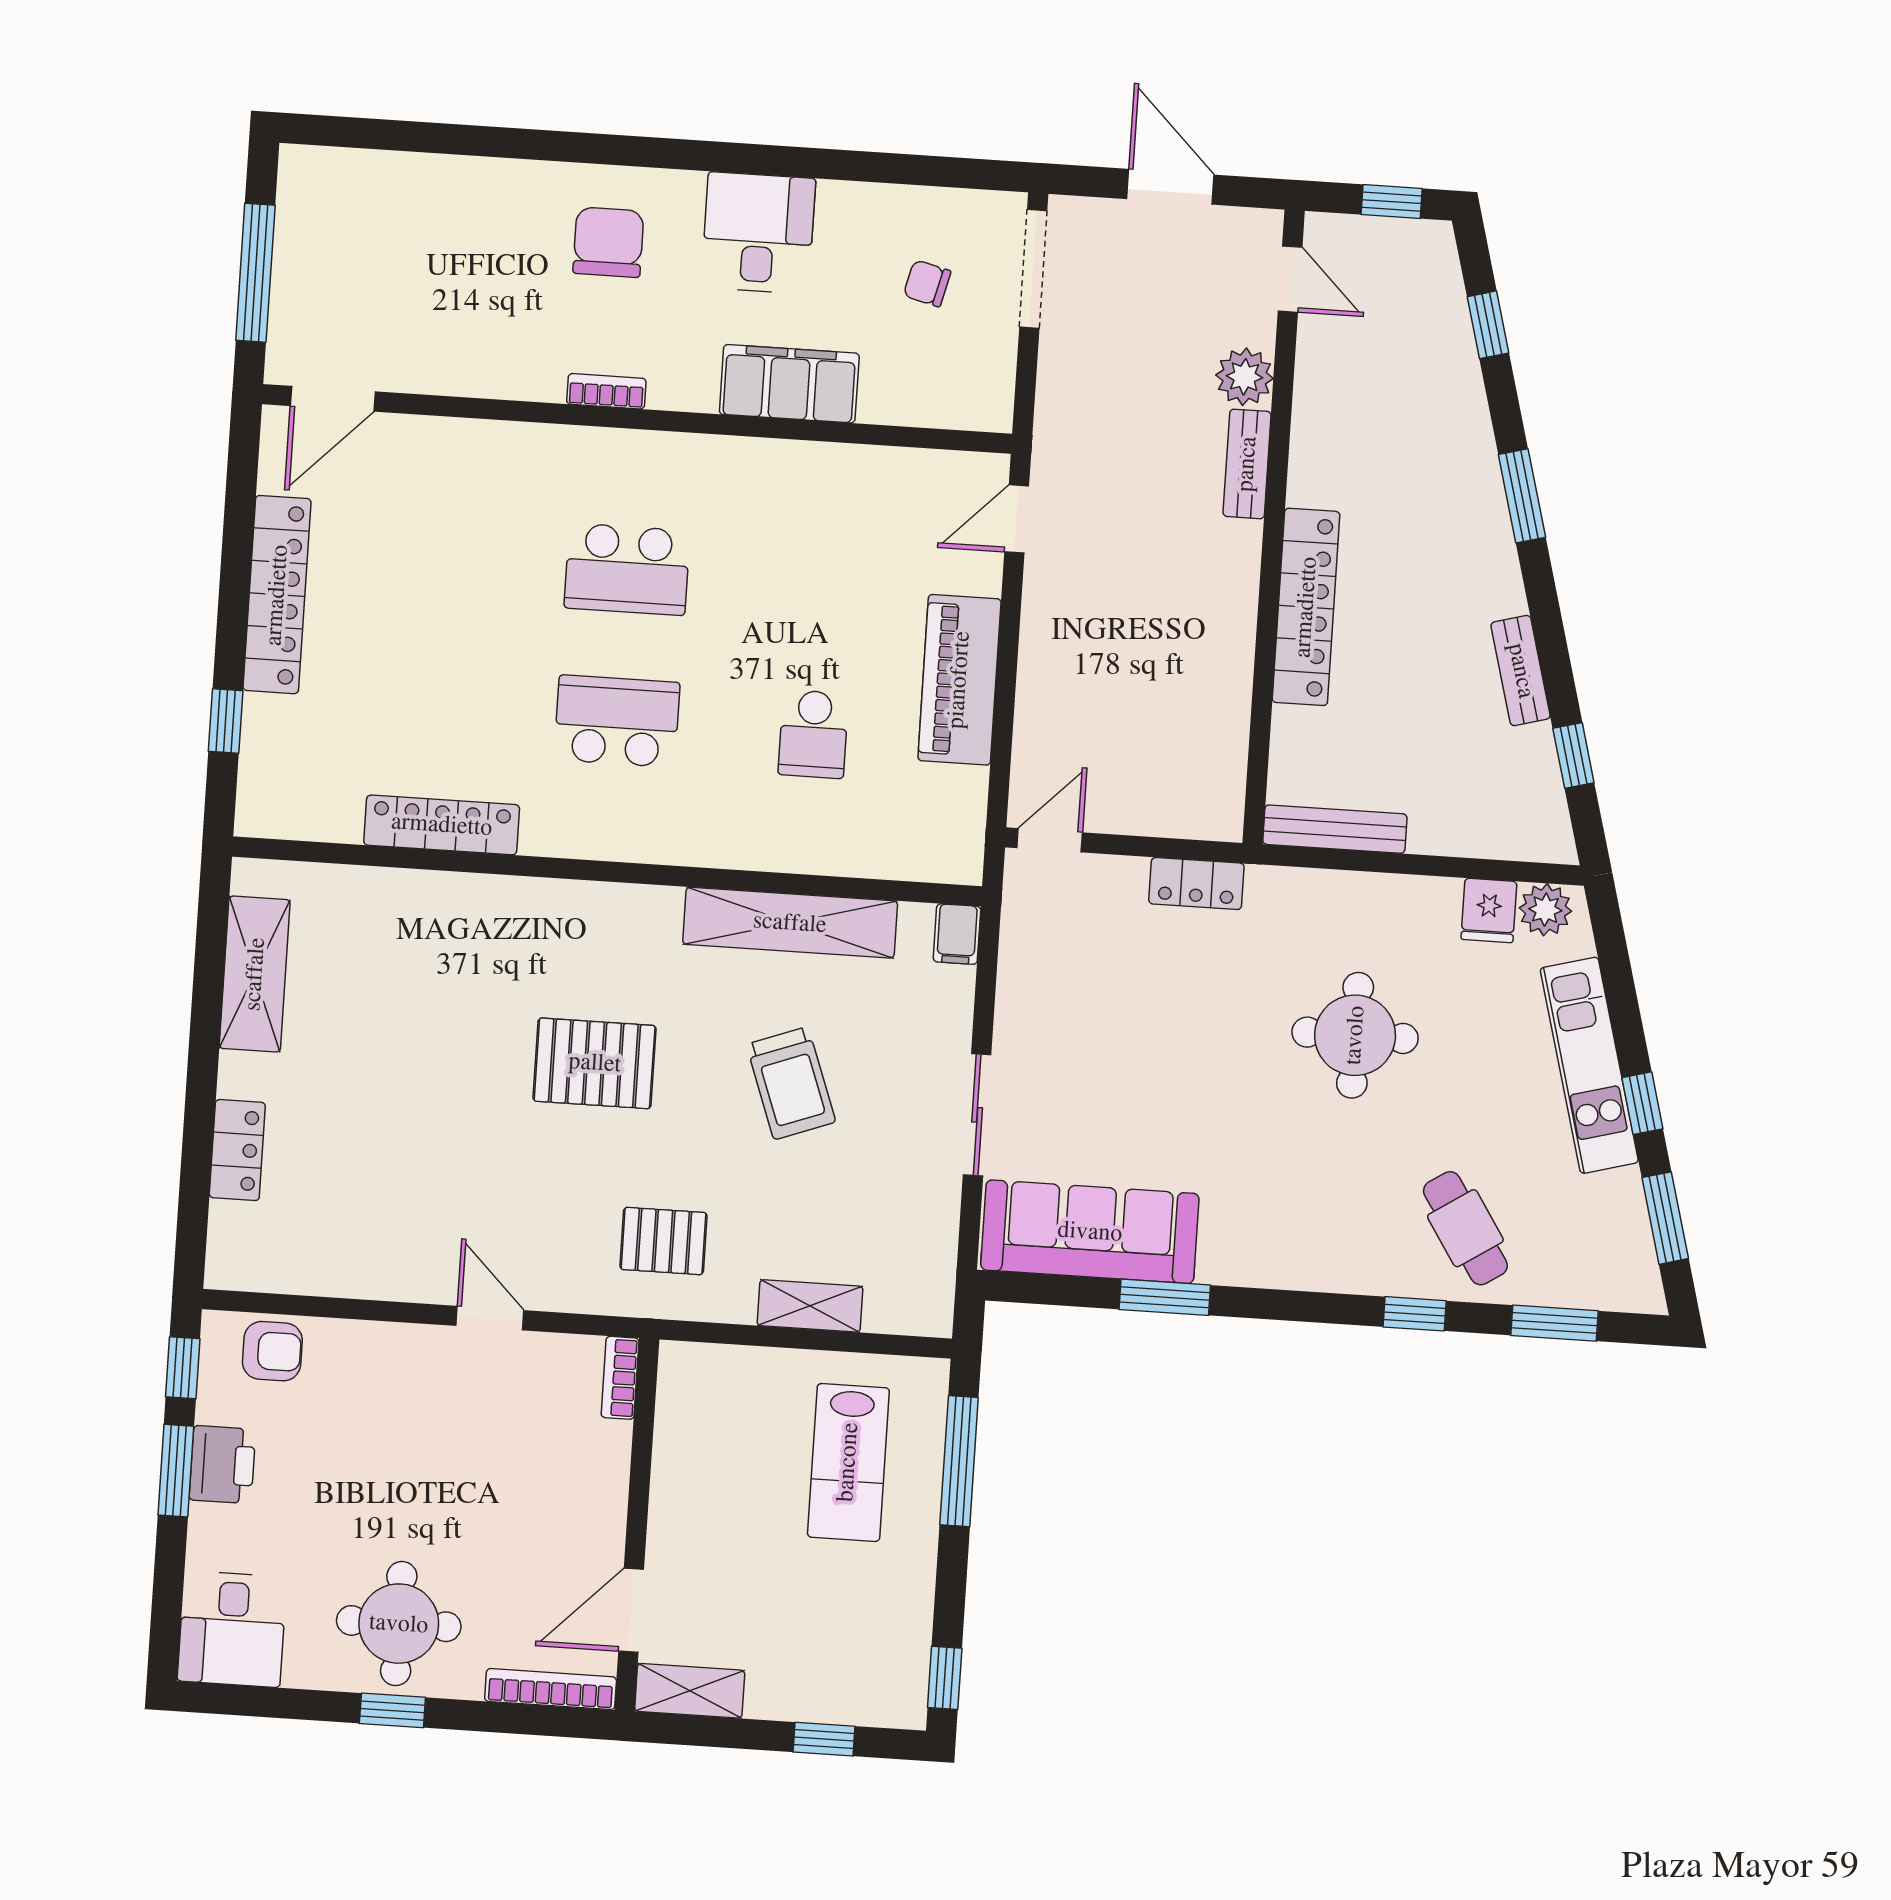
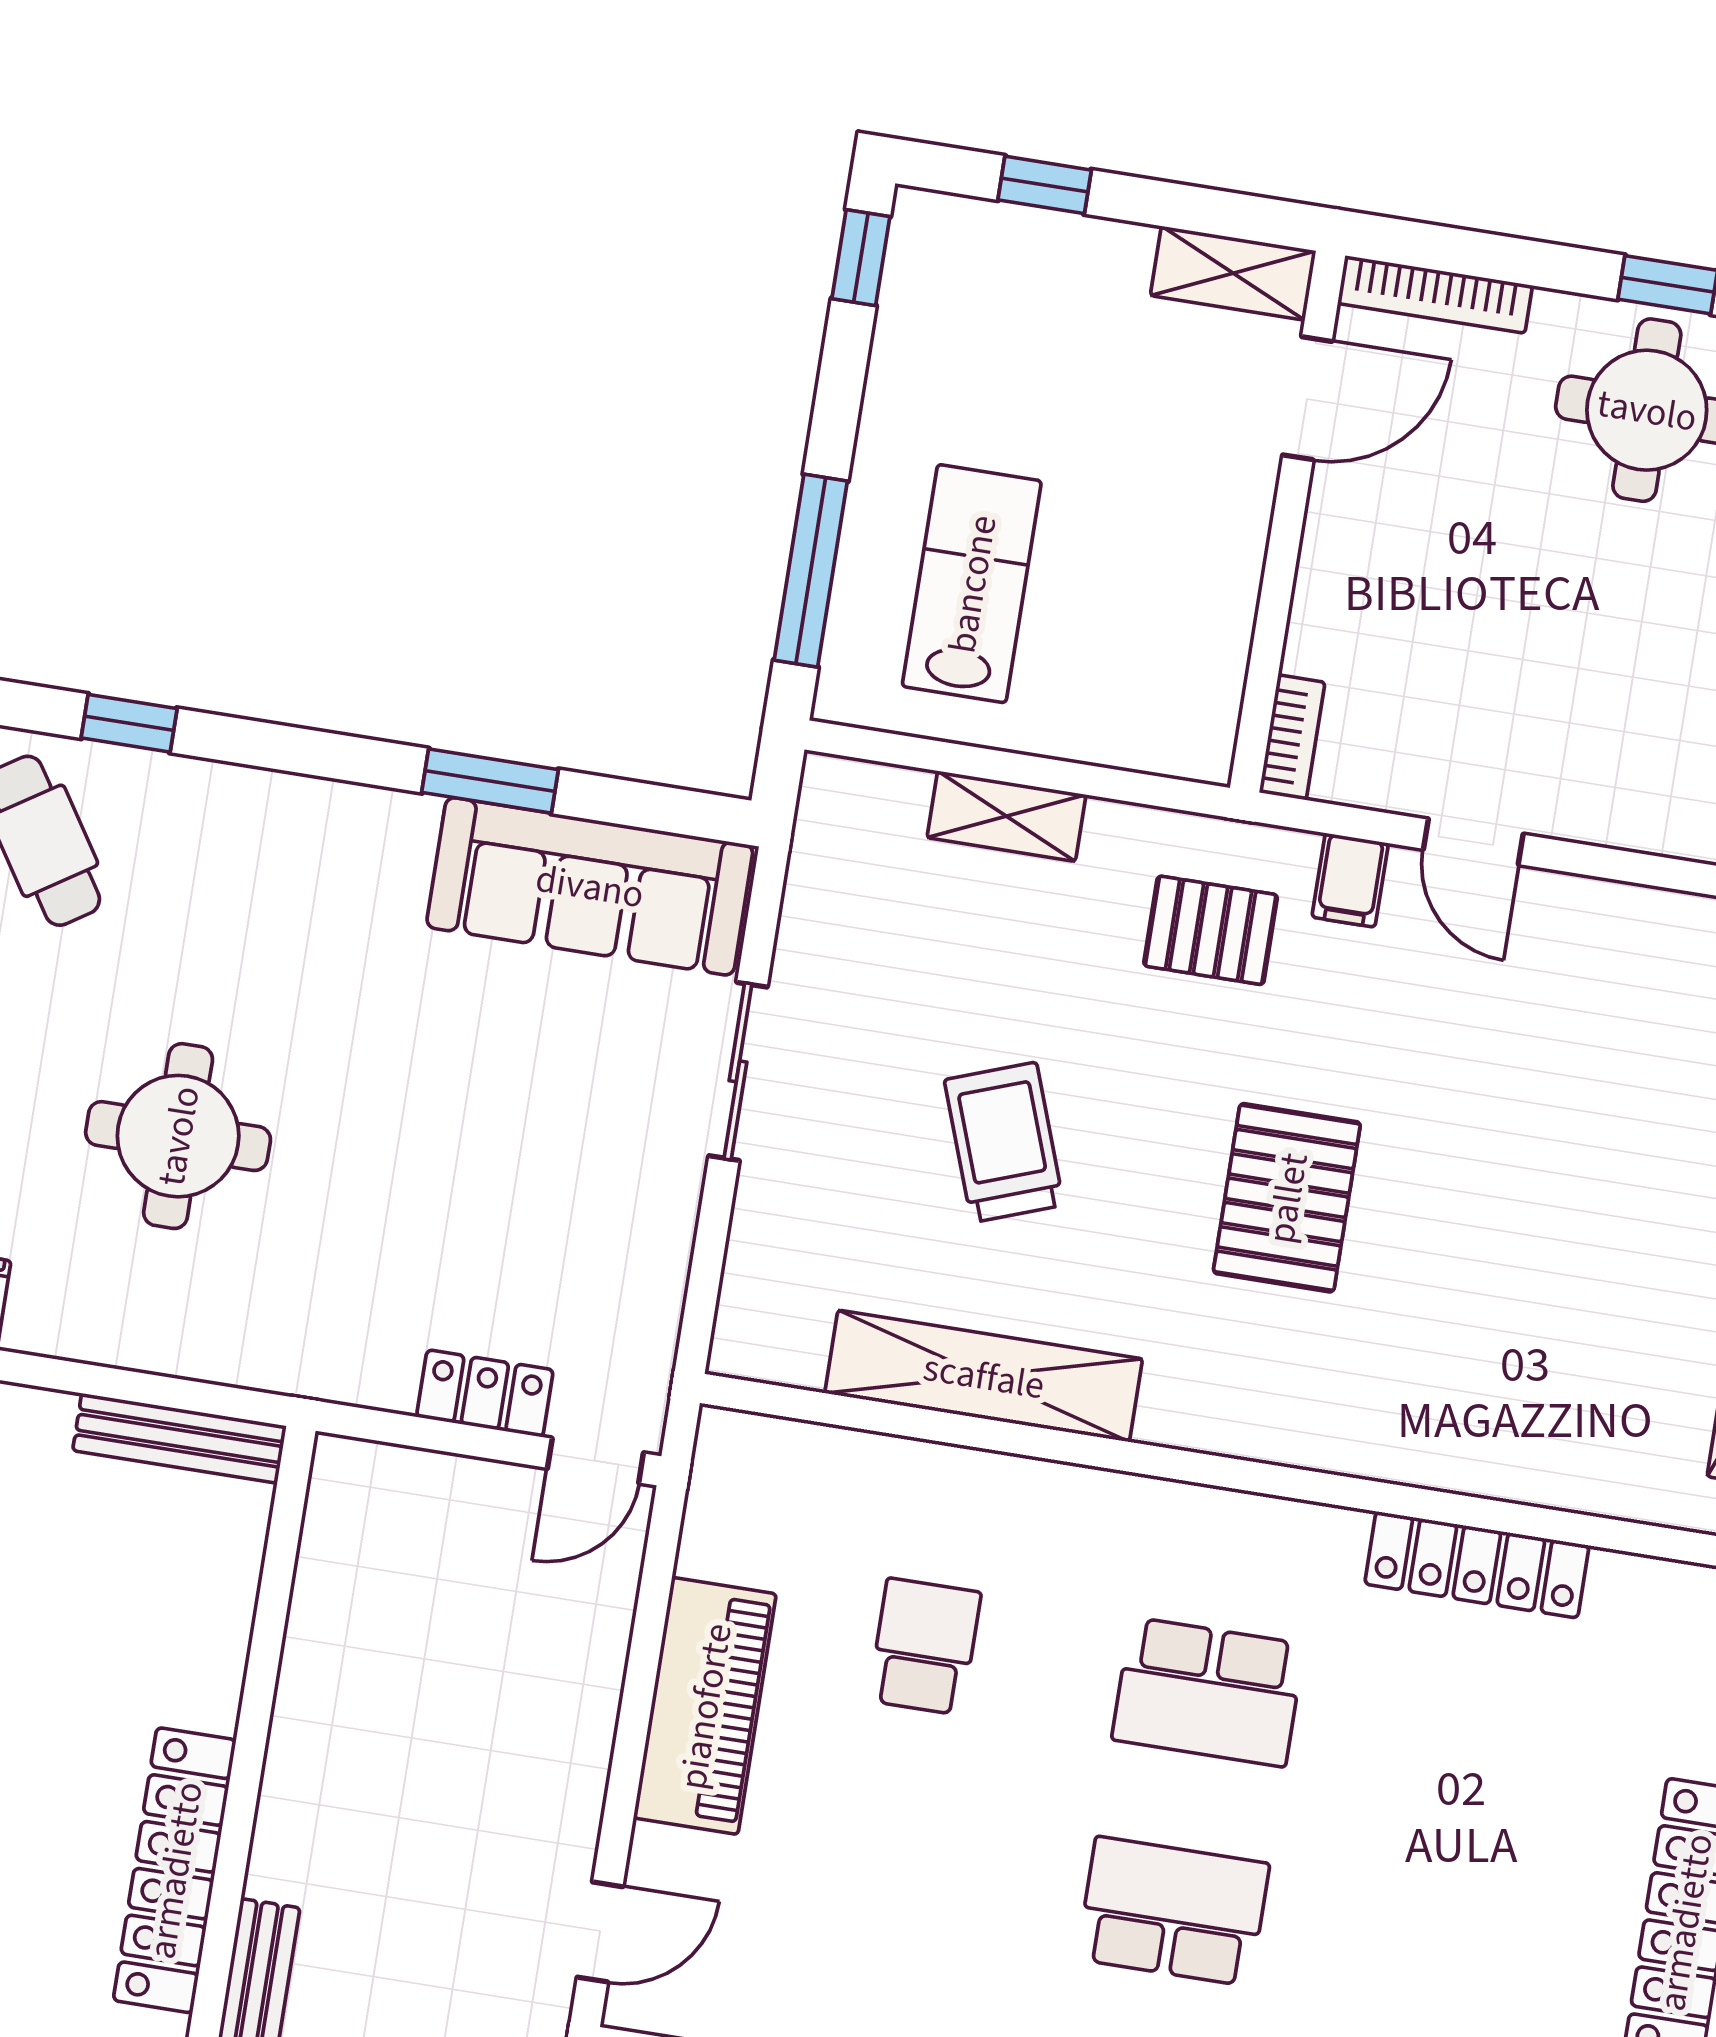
locker: (1306, 607) -> (175, 1870), moved
locker: (1196, 884) -> (485, 1393), moved
filing cabinet: (957, 934) -> (1350, 880), moved, turned 180
pallet: (595, 1063) -> (1287, 1198), turned 90

